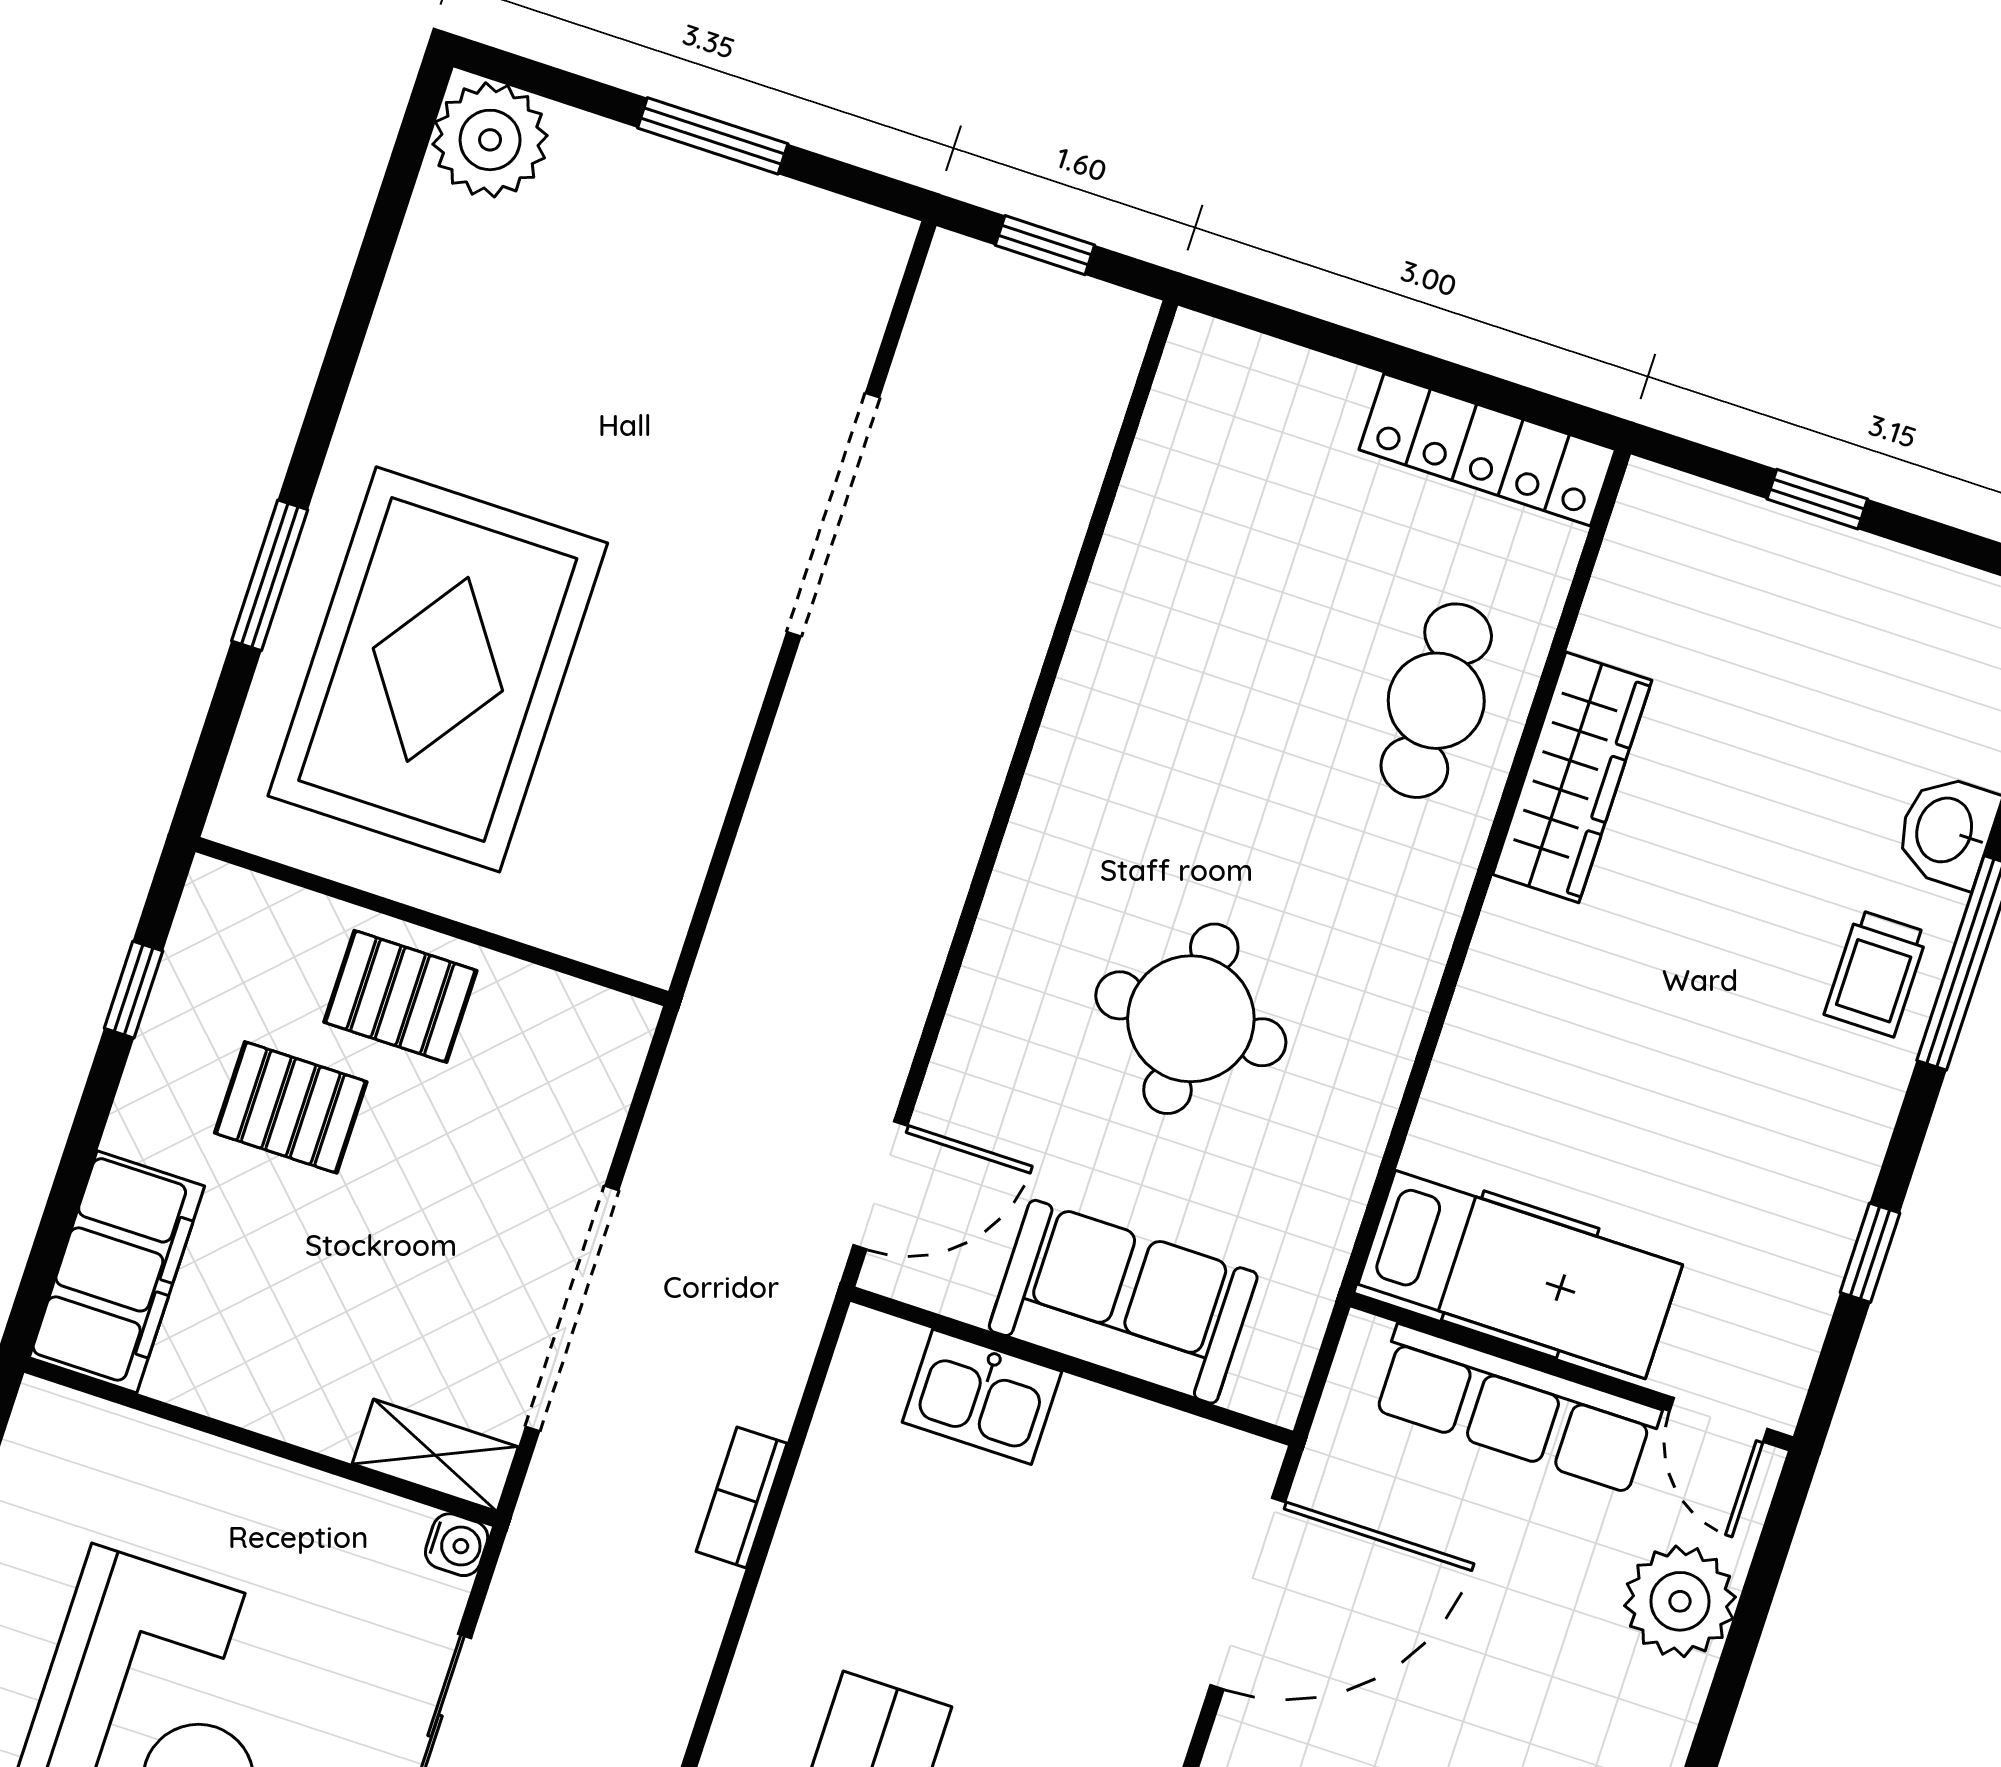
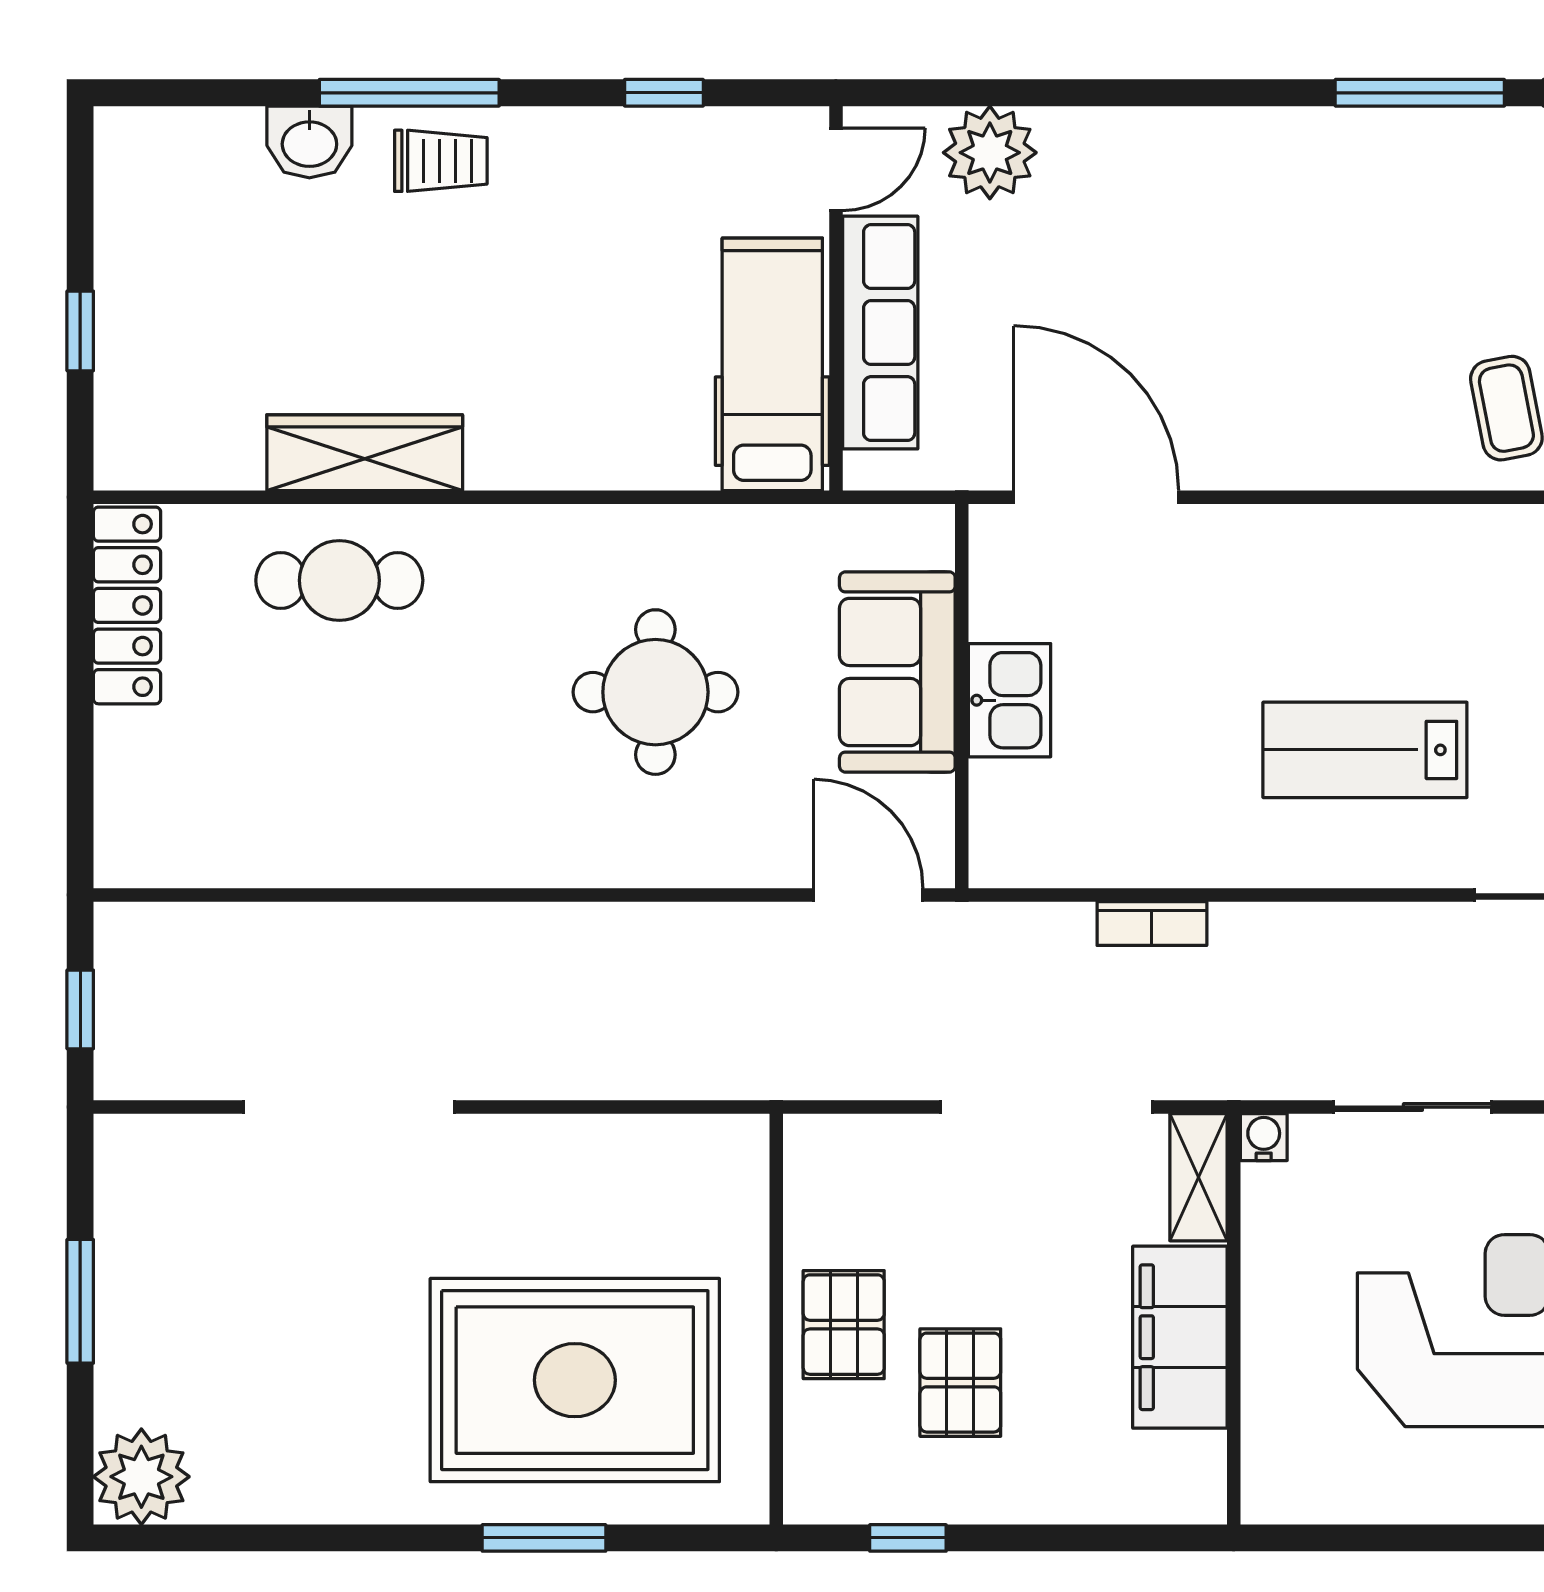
filing cabinet: (117, 1272) -> (1180, 1337), moved, turned -90
kitchen sink: (982, 1397) -> (1010, 700), moved

